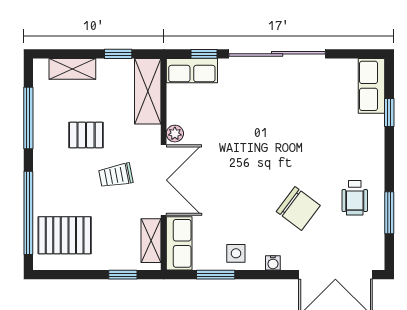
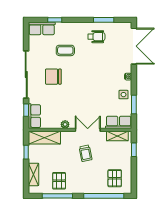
coffee table: (327, 134) -> (65, 50), added
pallet: (86, 135) -> (59, 181), moved
double door: (164, 180) -> (88, 130), width x0.73
chair: (298, 208) -> (53, 77), moved, turned -127
pallet: (65, 235) -> (115, 178), width x0.67, depth x0.71

